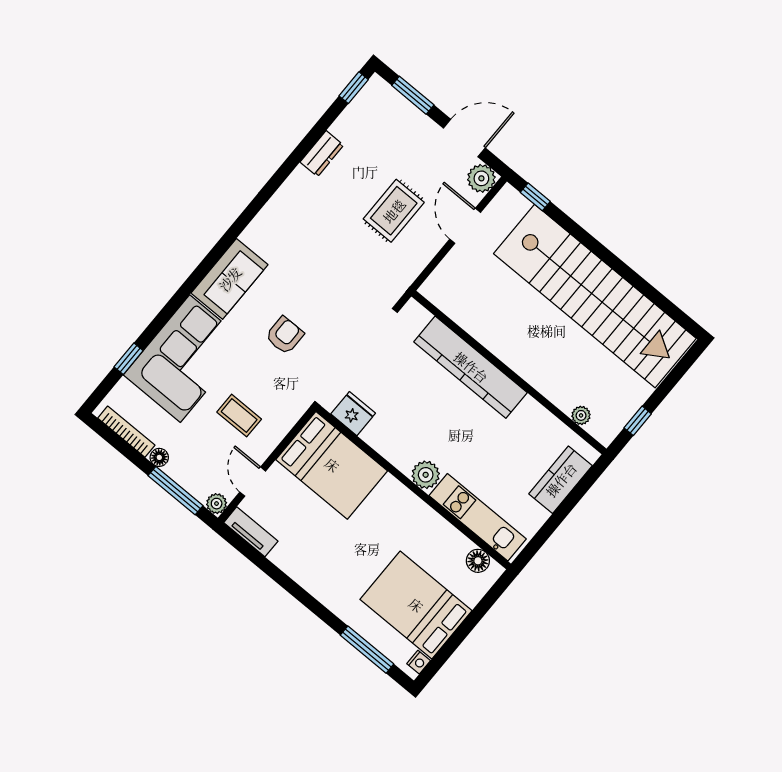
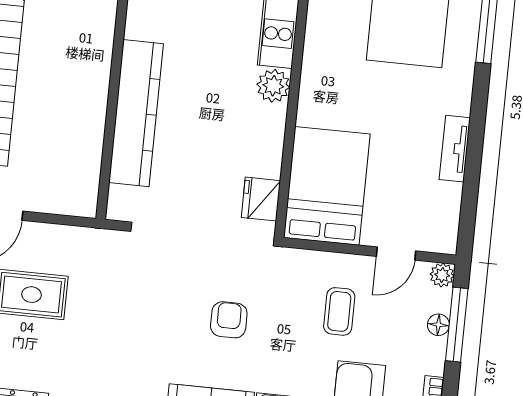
armchair: (285, 335) -> (229, 320), turned 90
floor lamp: (159, 457) -> (438, 325), moved
tv unit: (251, 532) -> (455, 149), moved

